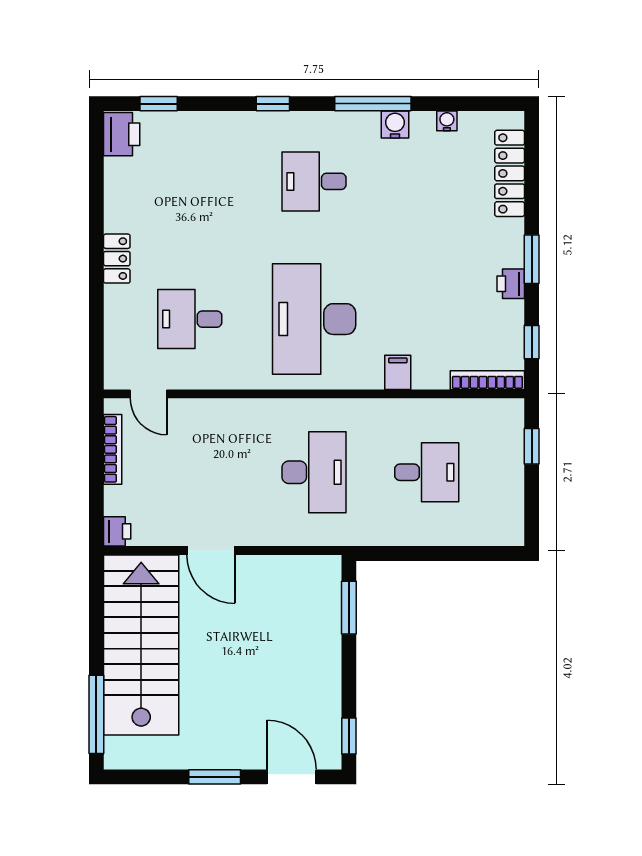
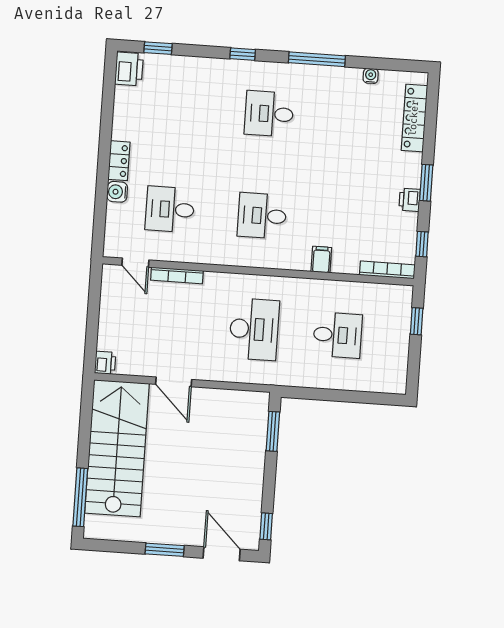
water cooler: (395, 125) -> (117, 192), moved, turned -90
desk: (314, 319) -> (262, 216), width x0.53, depth x0.77
bookcase: (113, 449) -> (177, 275), moved, turned 90

